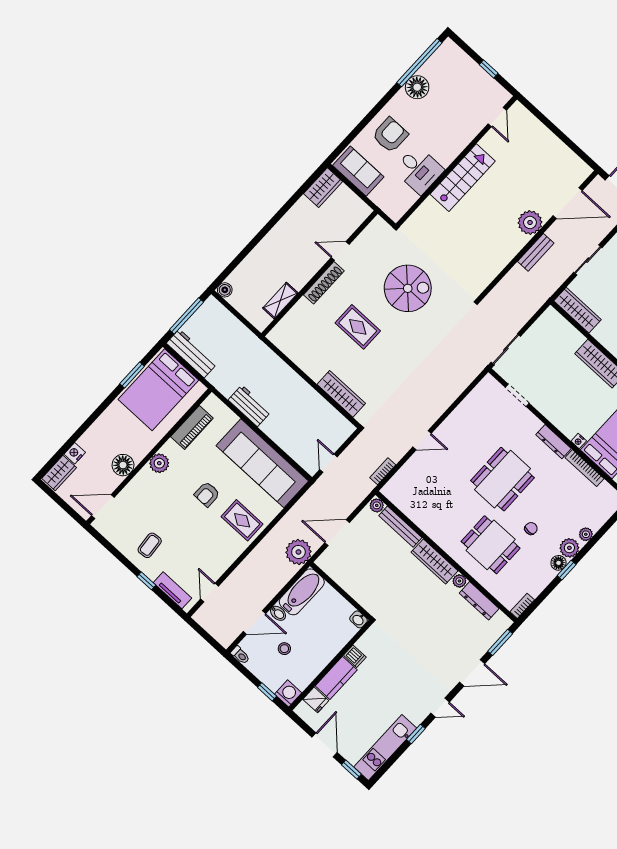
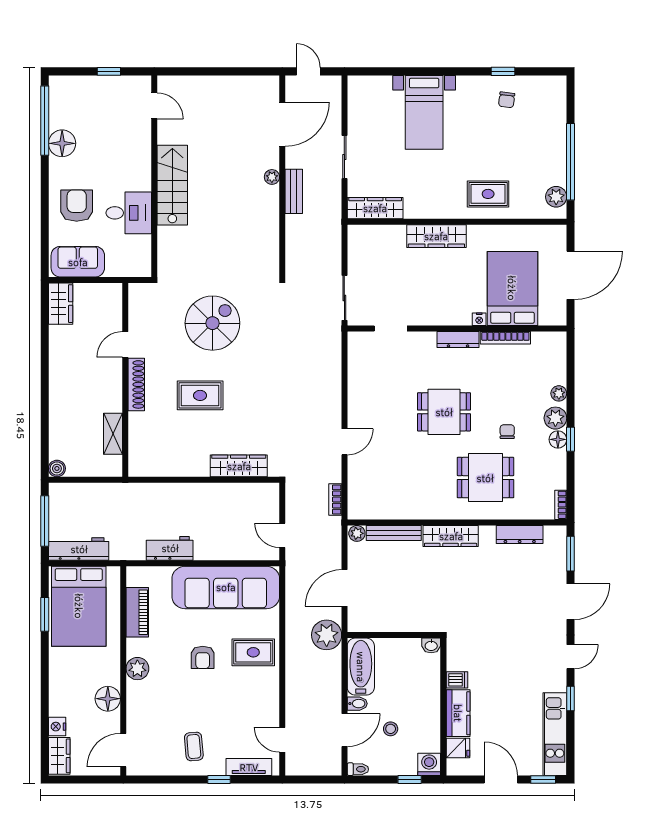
plant: (530, 222) -> (272, 177), width x0.53, depth x0.53
dining table: (503, 479) -> (444, 412), width x0.73
plant: (459, 581) -> (487, 533), removed

